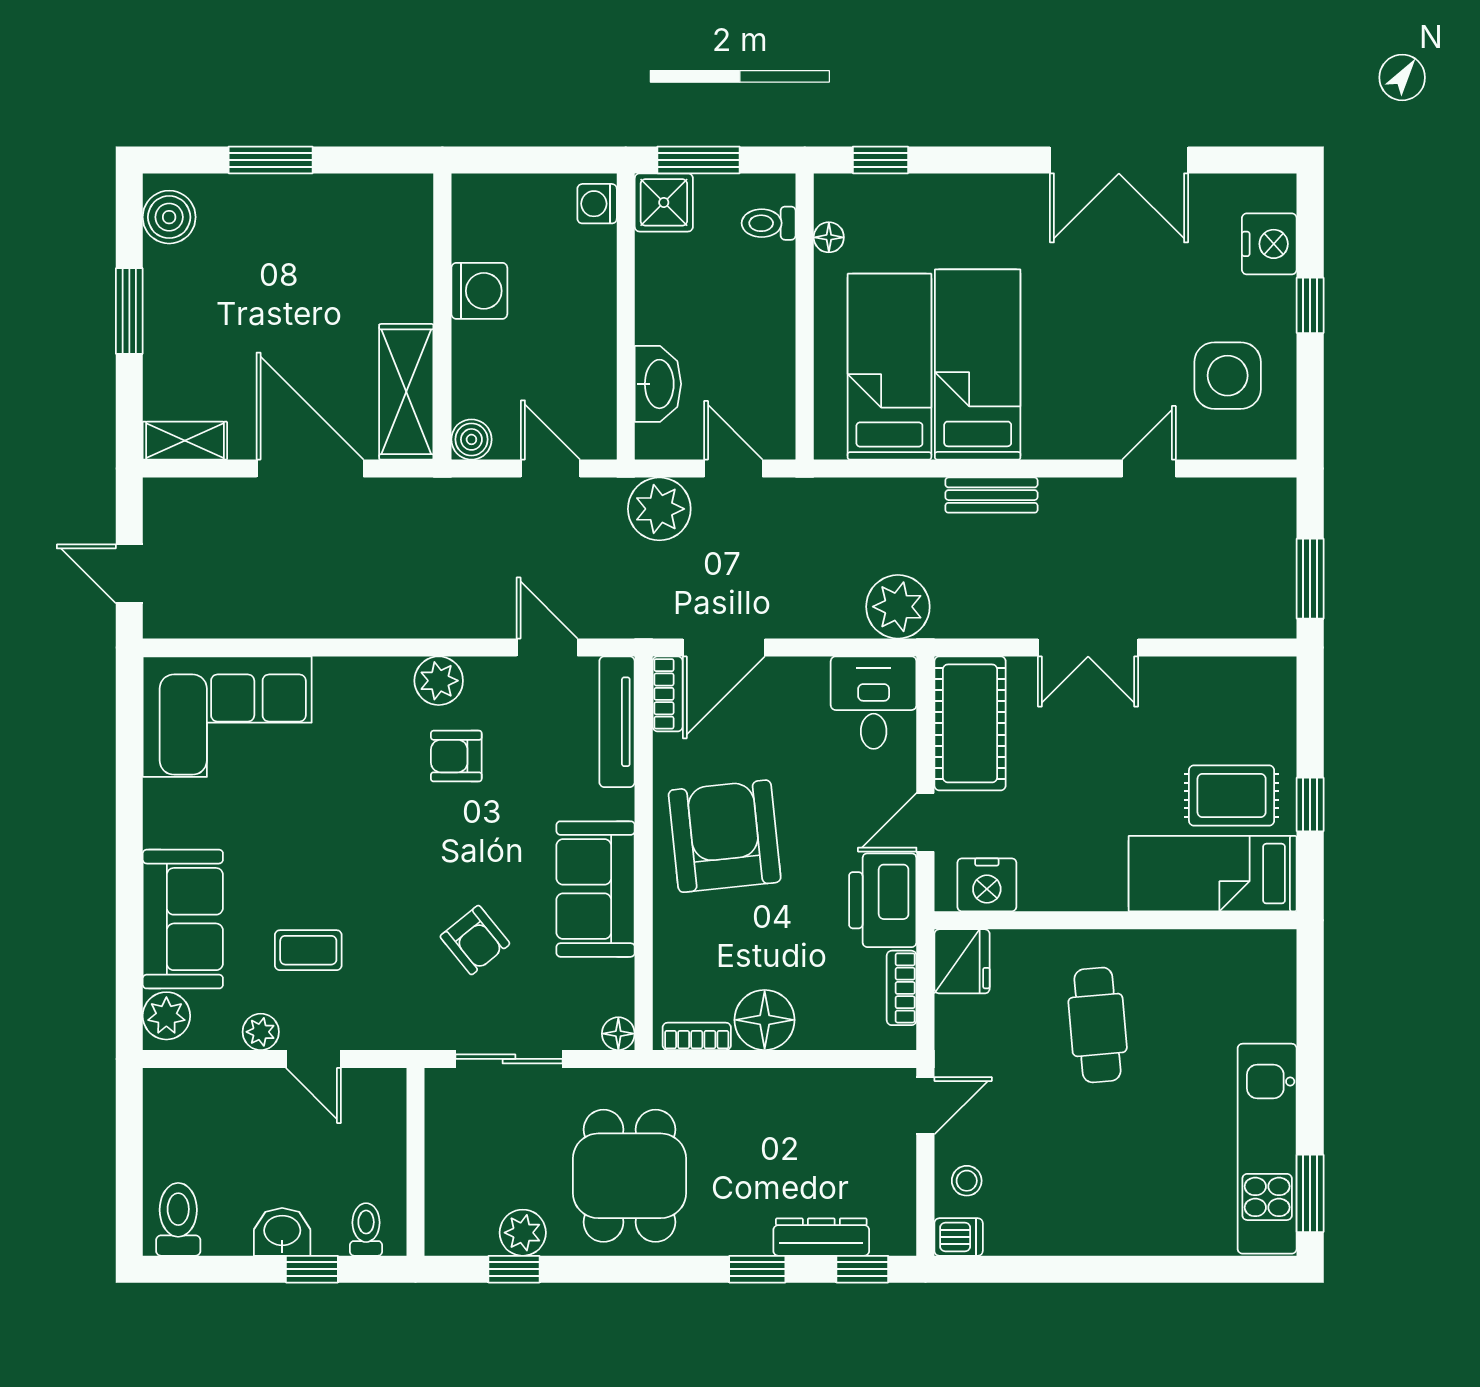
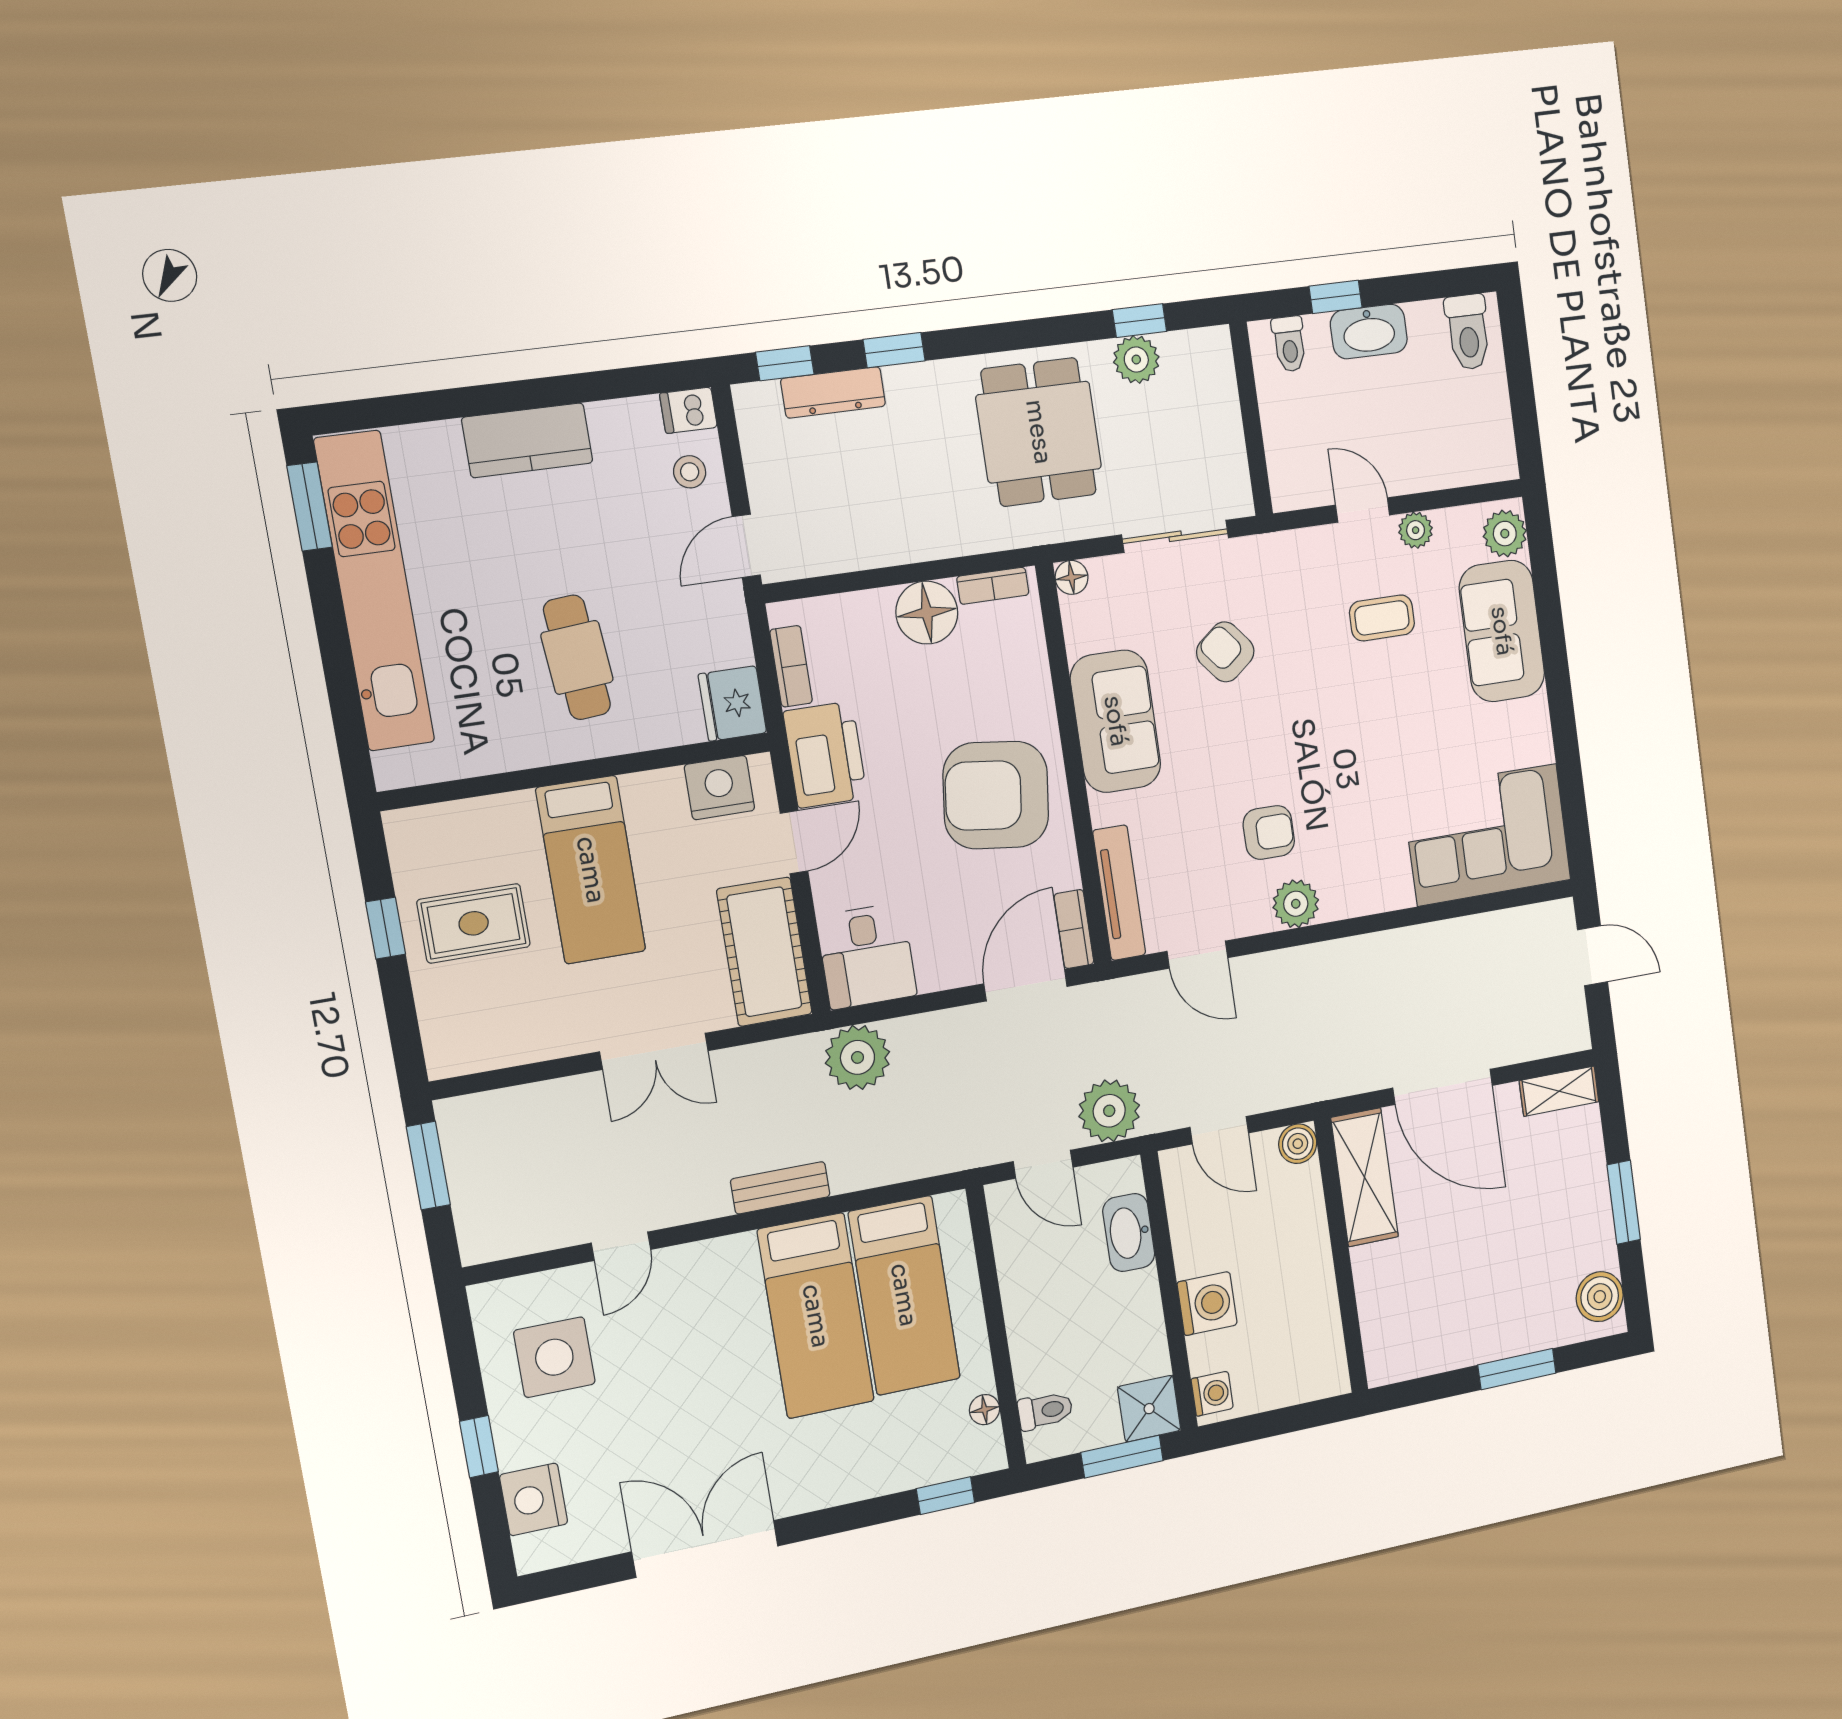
washing machine: (479, 291) -> (1207, 1304), moved, turned 180
double door: (1088, 647) -> (654, 1051), swing flipped
armchair: (725, 836) -> (996, 795), turned 103
bed: (1213, 874) -> (591, 870), moved, turned 90
kitchen unit: (1267, 1149) -> (374, 591), width x1.36
kitchen counter: (1109, 1228) -> (527, 440), added
washbasin: (282, 1232) -> (1369, 331), width x1.38

